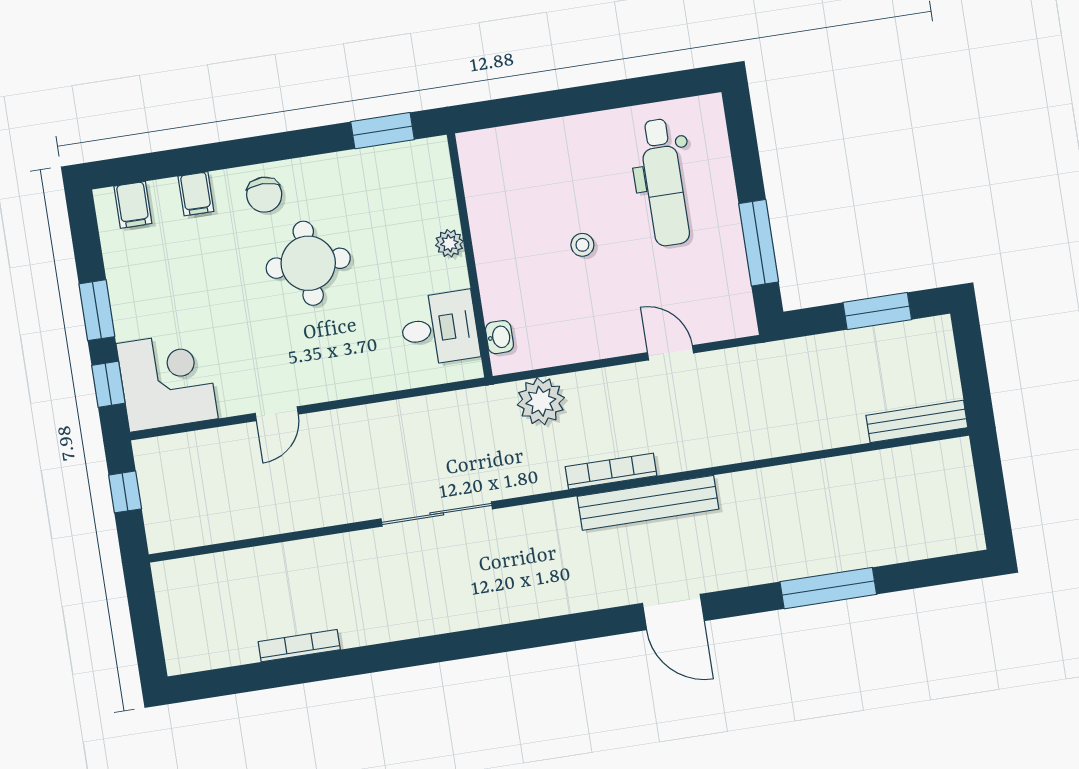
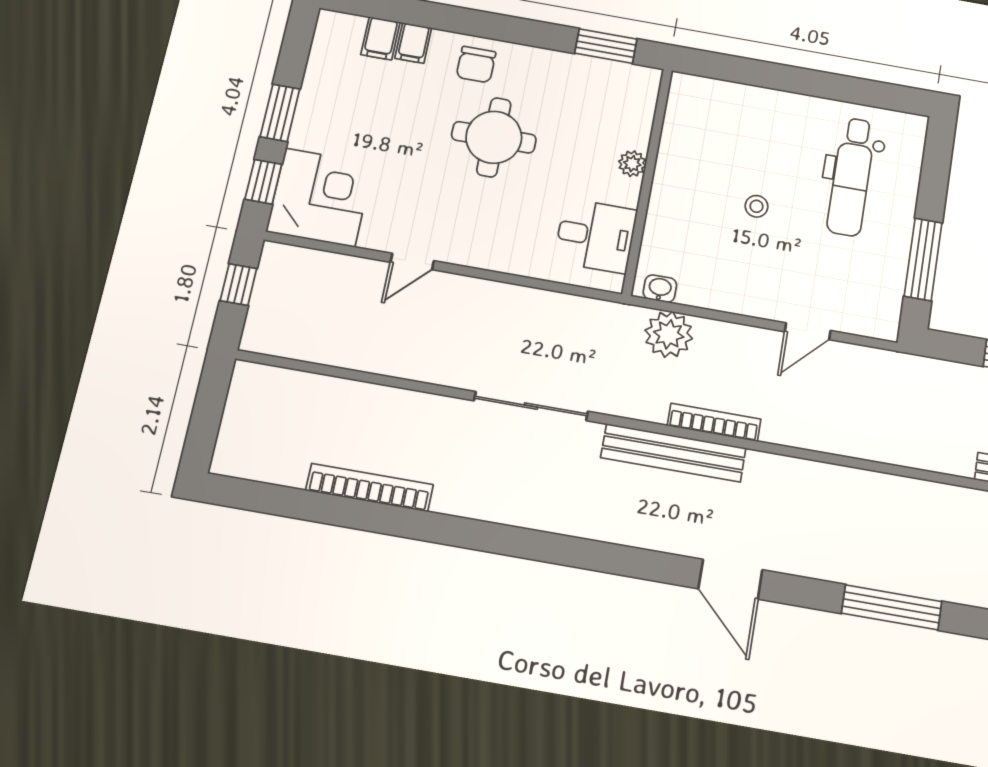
filing cabinet: (133, 205) -> (380, 38), moved
washbasin: (499, 337) -> (660, 289), moved, turned -90
door: (670, 353) -> (808, 331), swing flipped
bench: (648, 503) -> (673, 453), moved
bookcase: (299, 646) -> (370, 487), width x1.48, depth x1.31

